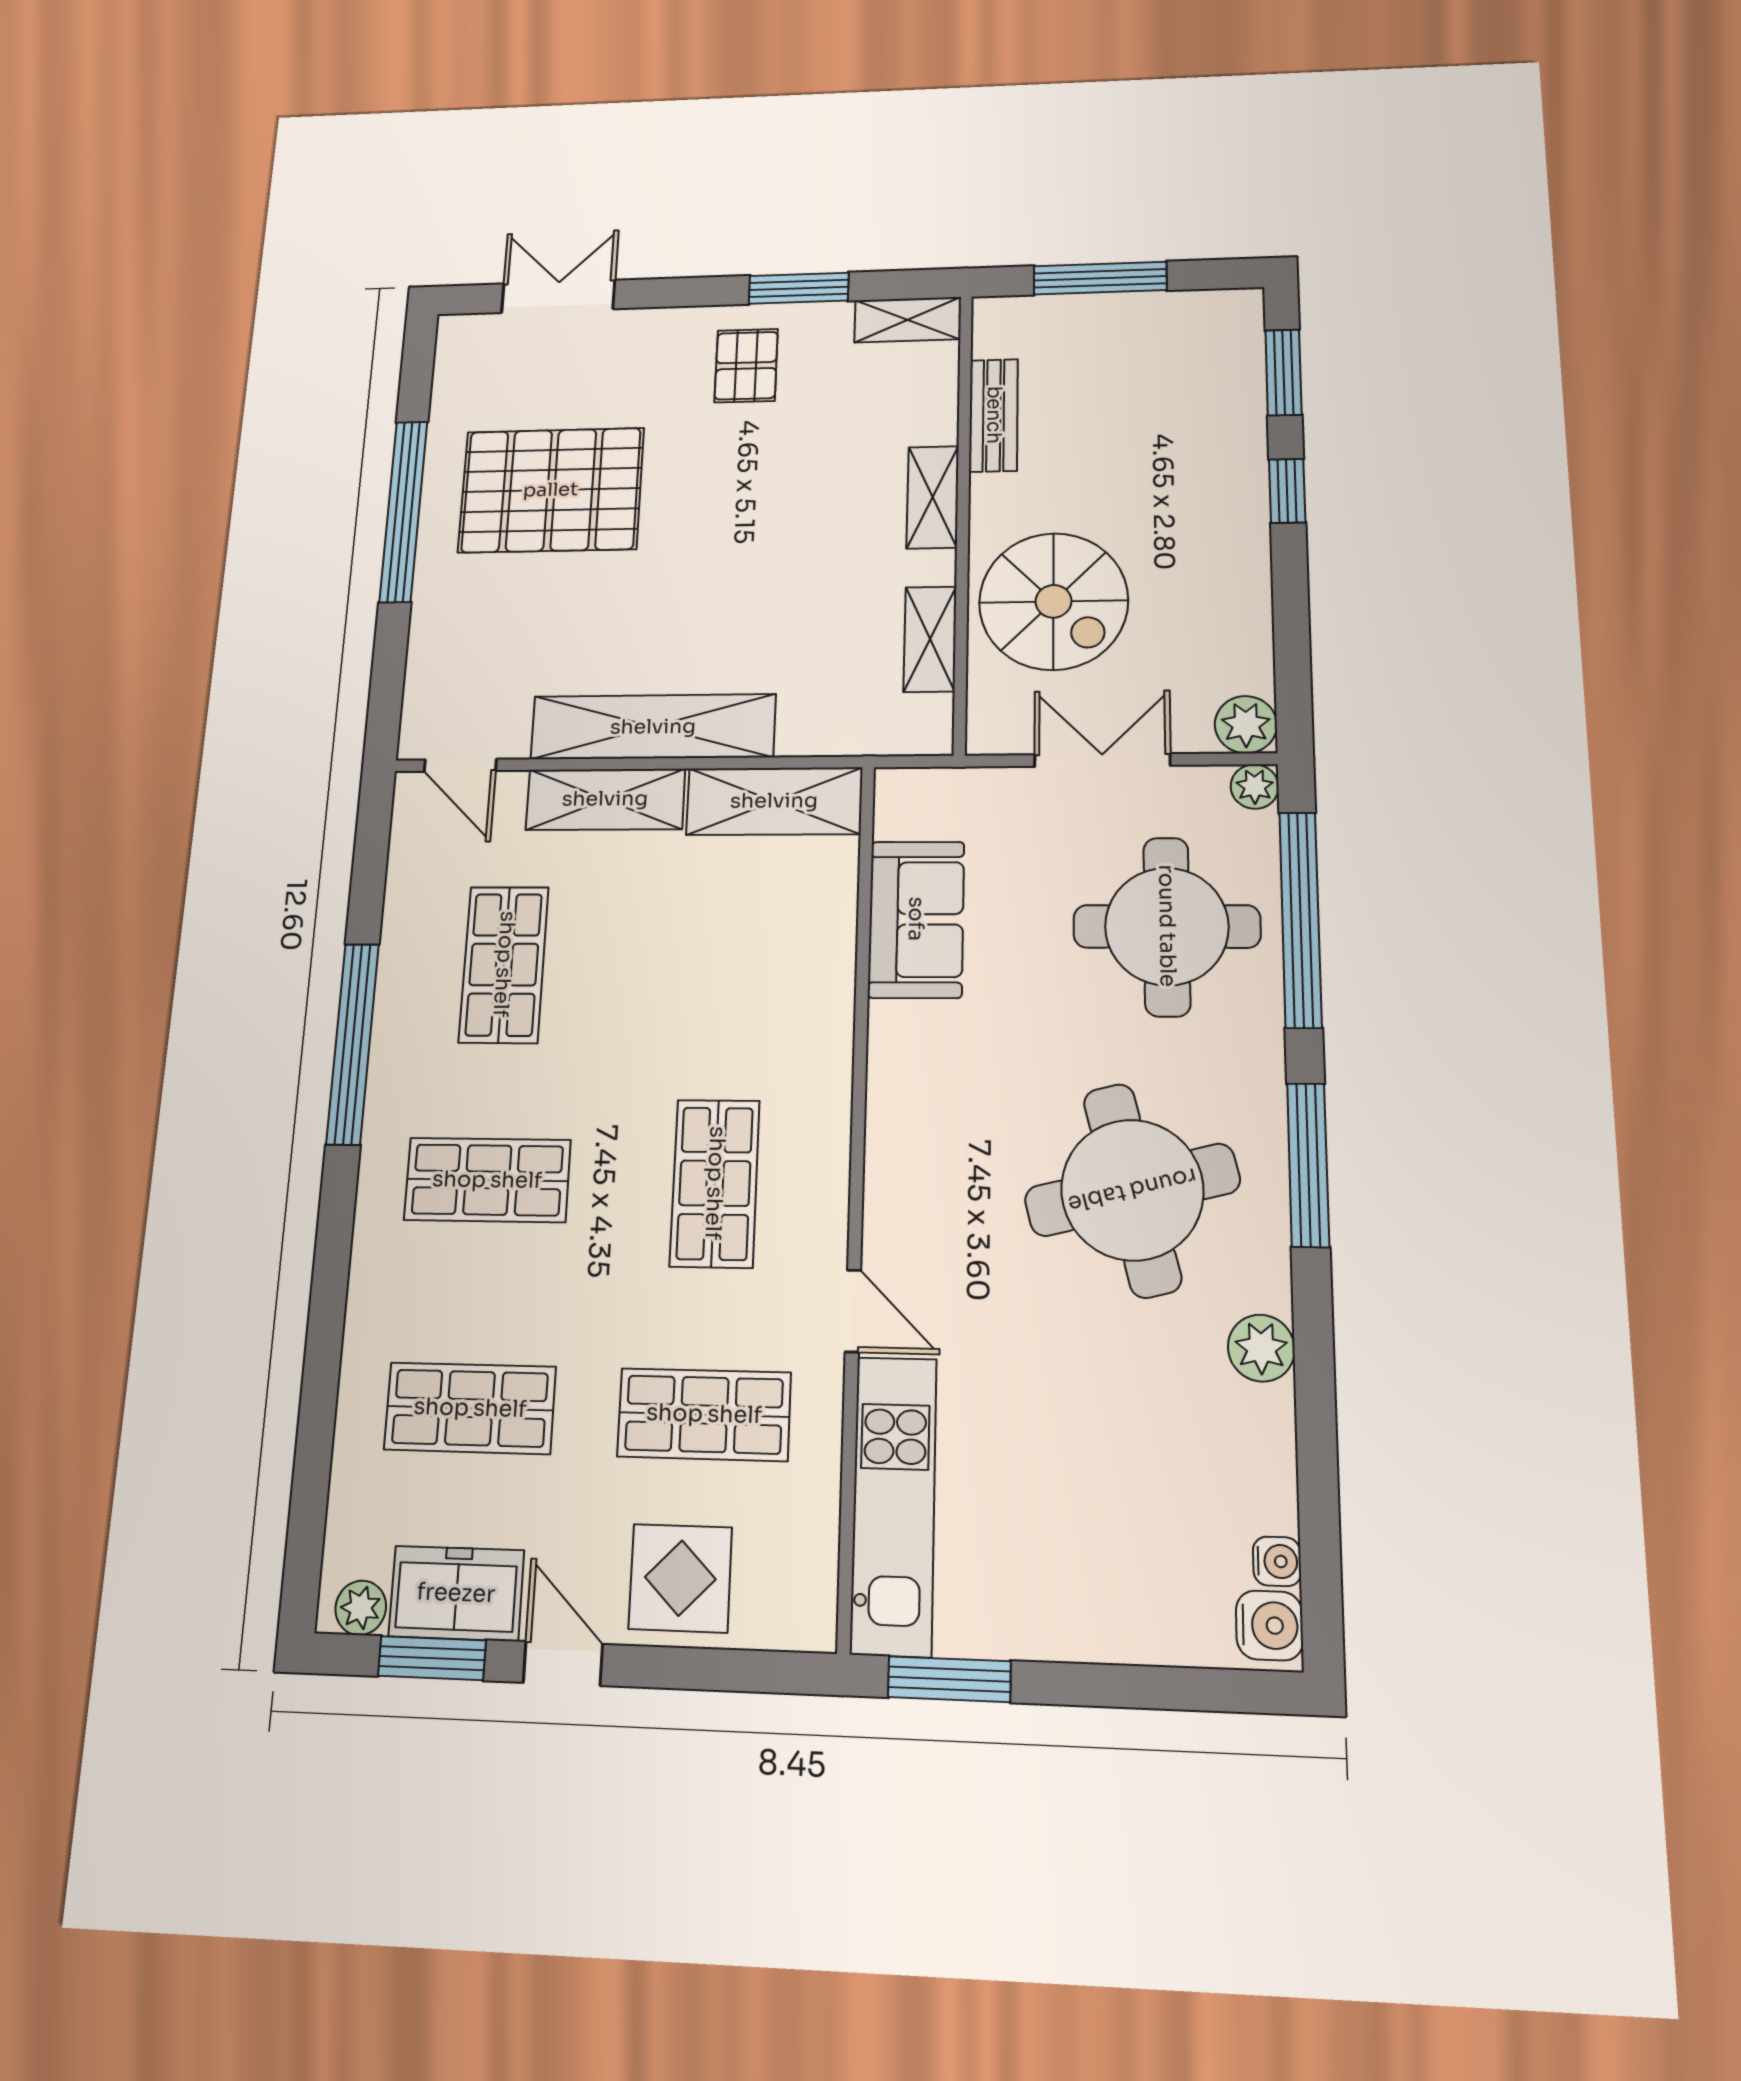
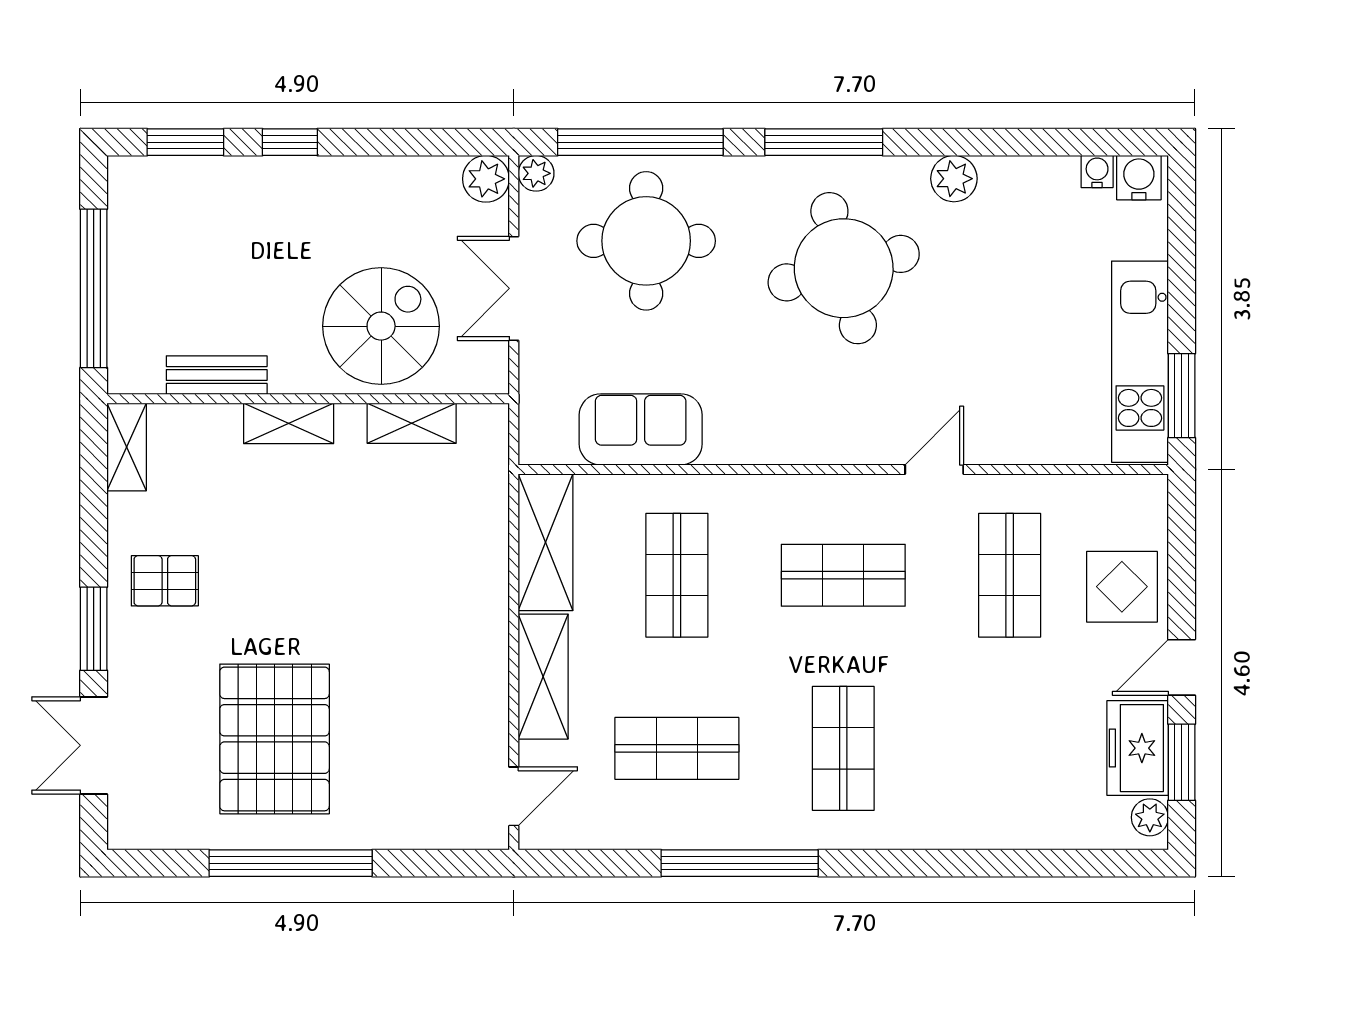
window: (1100, 278) -> (94, 288), width x1.46
window: (799, 288) -> (94, 629), moved
shelving: (653, 727) -> (483, 642), removed
shop shelf: (470, 1408) -> (677, 575), moved
kitchen unit: (894, 1505) -> (1140, 362), moved, turned -90

